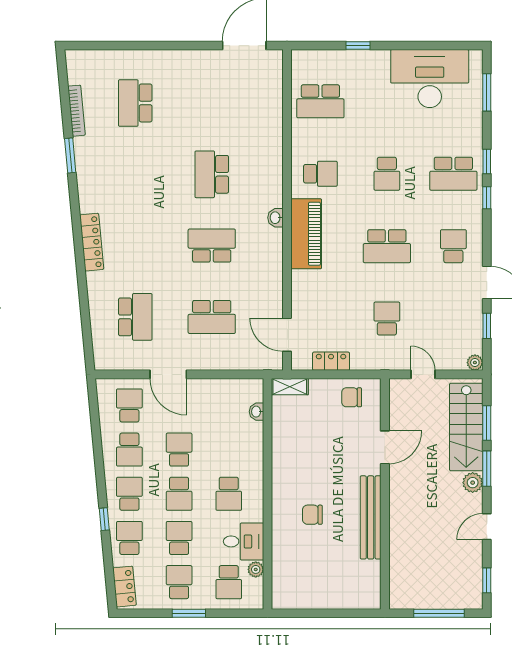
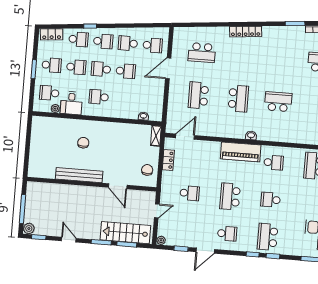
school desk: (320, 174) -> (274, 163), turned -90
plant: (473, 483) -> (29, 229), moved

